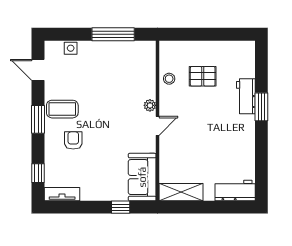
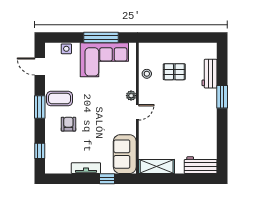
corner sofa: (117, 61) -> (104, 60), added
workbench: (246, 96) -> (210, 74), moved
tv unit: (62, 194) -> (86, 168), moved

